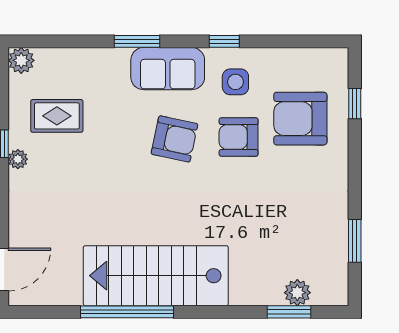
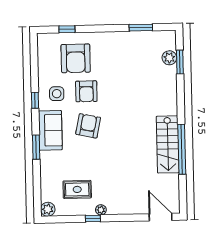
rug: (57, 116) -> (77, 189), turned 90
stairs: (156, 276) -> (168, 144), width x0.73, depth x0.66

